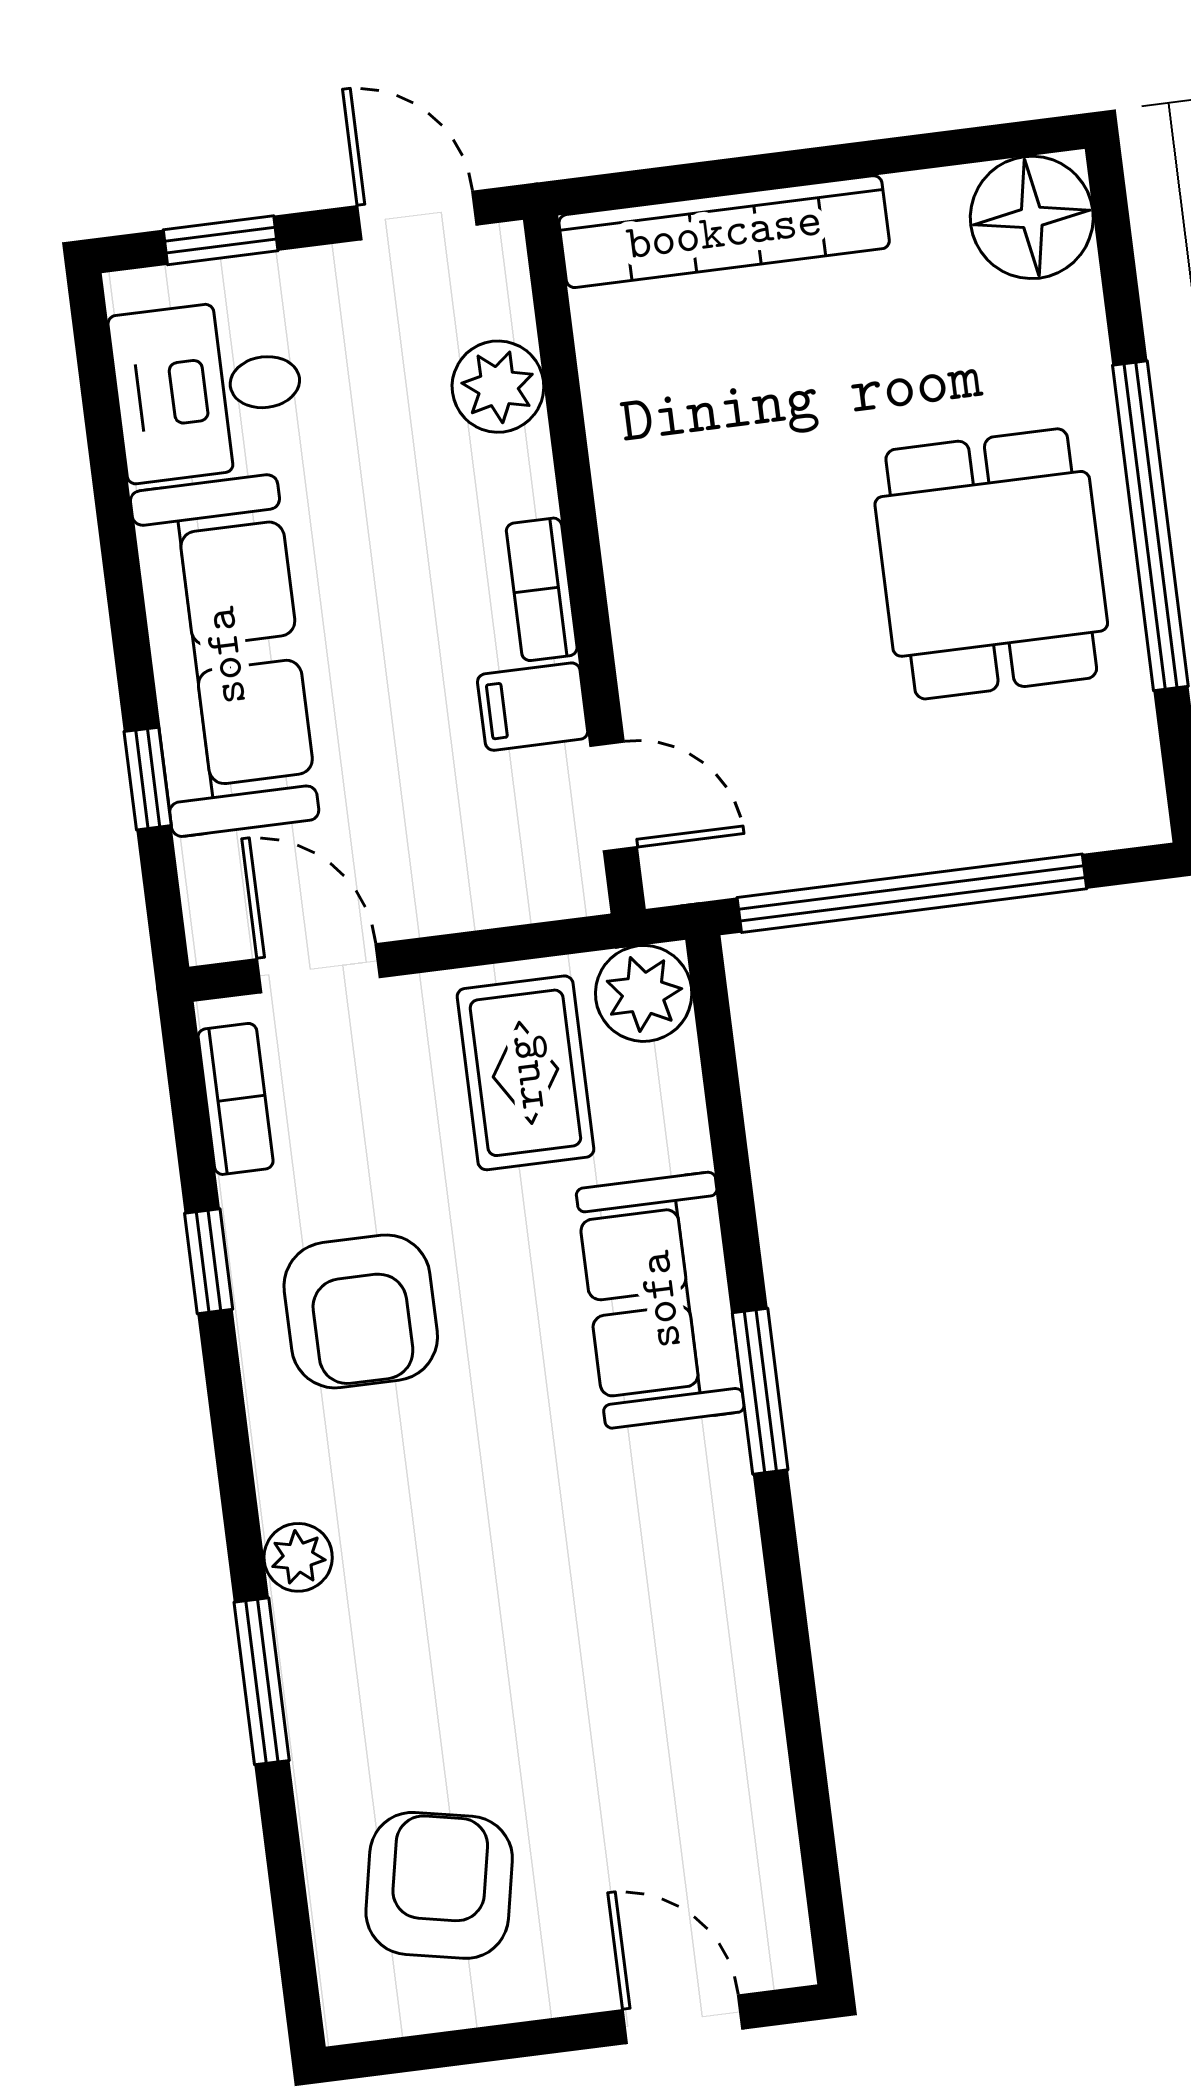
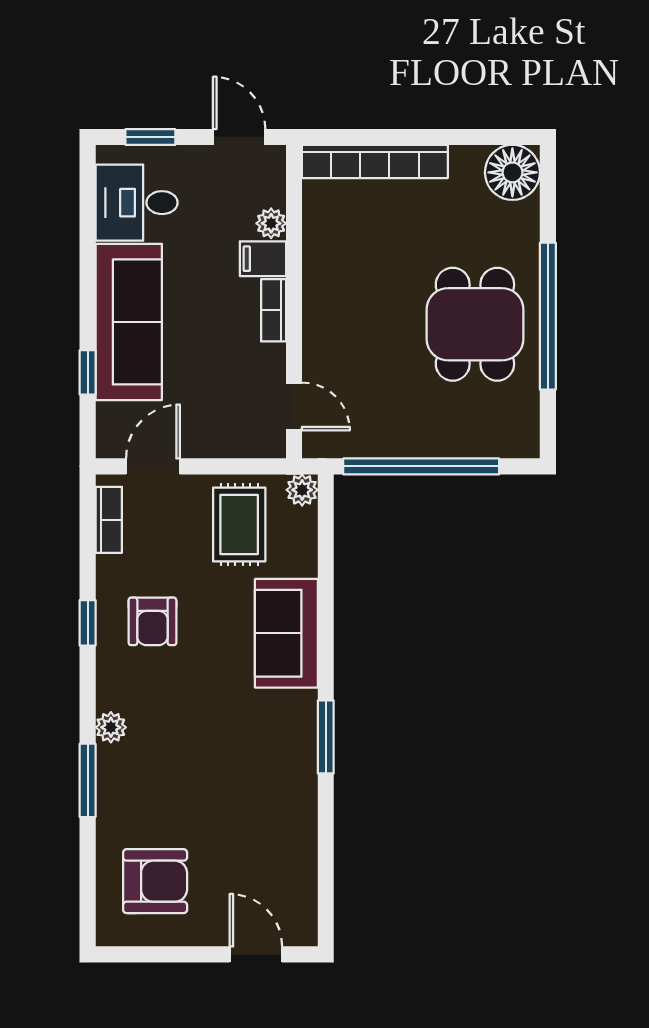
plant: (498, 387) -> (271, 223), width x0.73, depth x0.73
filing cabinet: (533, 707) -> (263, 259), moved
door: (318, 968) -> (153, 466), hinge flipped
plant: (644, 993) -> (302, 490), width x0.73, depth x0.73
window: (209, 1261) -> (88, 623), moved
armchair: (361, 1311) -> (152, 621), width x0.72, depth x0.72
window: (760, 1391) -> (326, 737), moved
armchair: (439, 1885) -> (155, 881), turned 79

